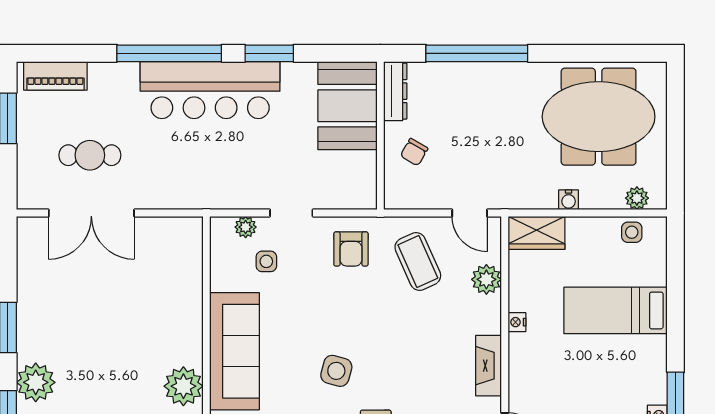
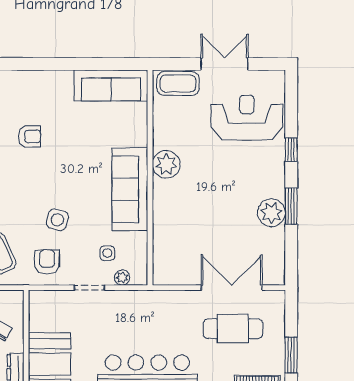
cafe table: (90, 155) -> (233, 329), width x1.37, depth x1.35
side table: (336, 371) -> (57, 220), moved
plant: (36, 382) -> (271, 213), moved

